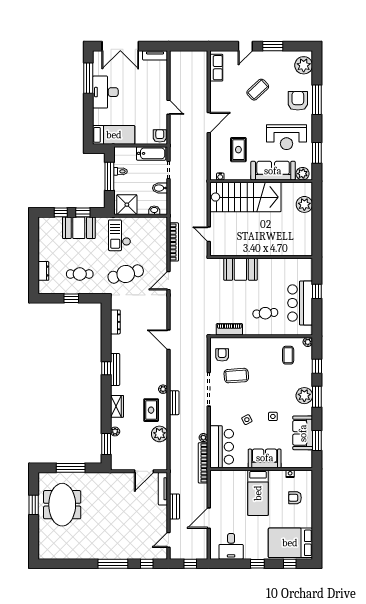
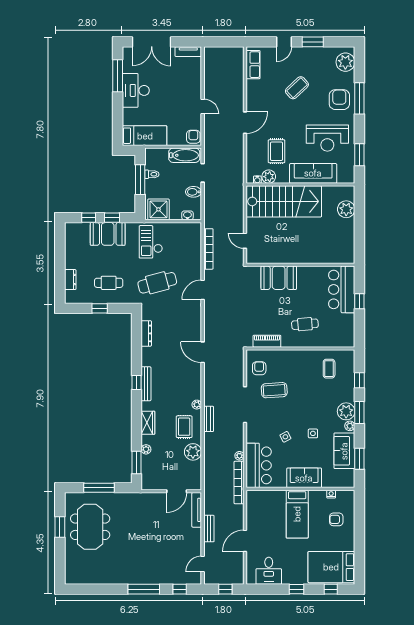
plant: (303, 174) -> (269, 177), moved
bar counter: (300, 303) -> (342, 289), moved
plant: (308, 342) -> (350, 426), moved

